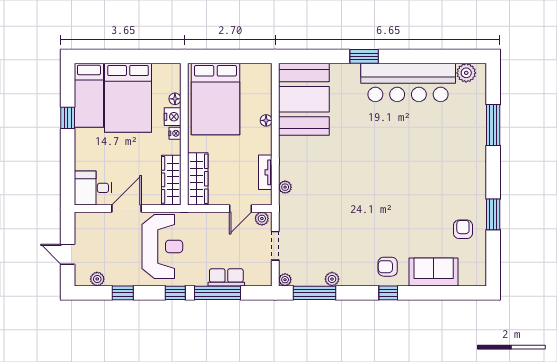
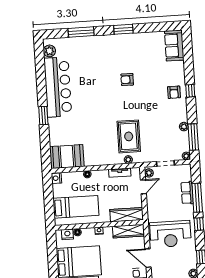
nightstand: (263, 71) -> (56, 178), added
bed: (215, 99) -> (76, 207), width x0.67
booth: (304, 99) -> (67, 156), width x0.73, depth x0.70
nightstand: (173, 117) -> (67, 234), moved
rug: (322, 190) -> (129, 136), added
door: (241, 208) -> (143, 187), hinge flipped
window: (493, 214) -> (123, 29), moved
armchair: (463, 229) -> (127, 80), moved
reception desk: (162, 246) -> (170, 234), turned 180
sofa: (434, 272) -> (174, 46), moved

